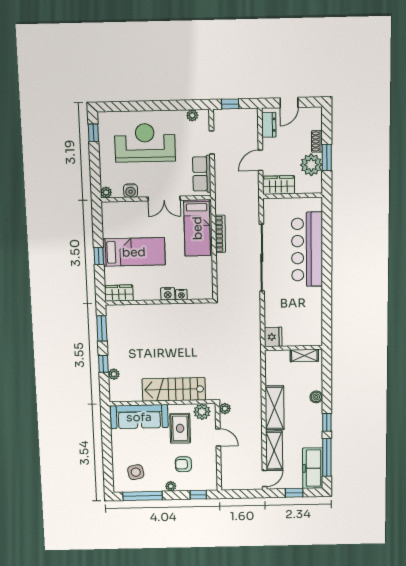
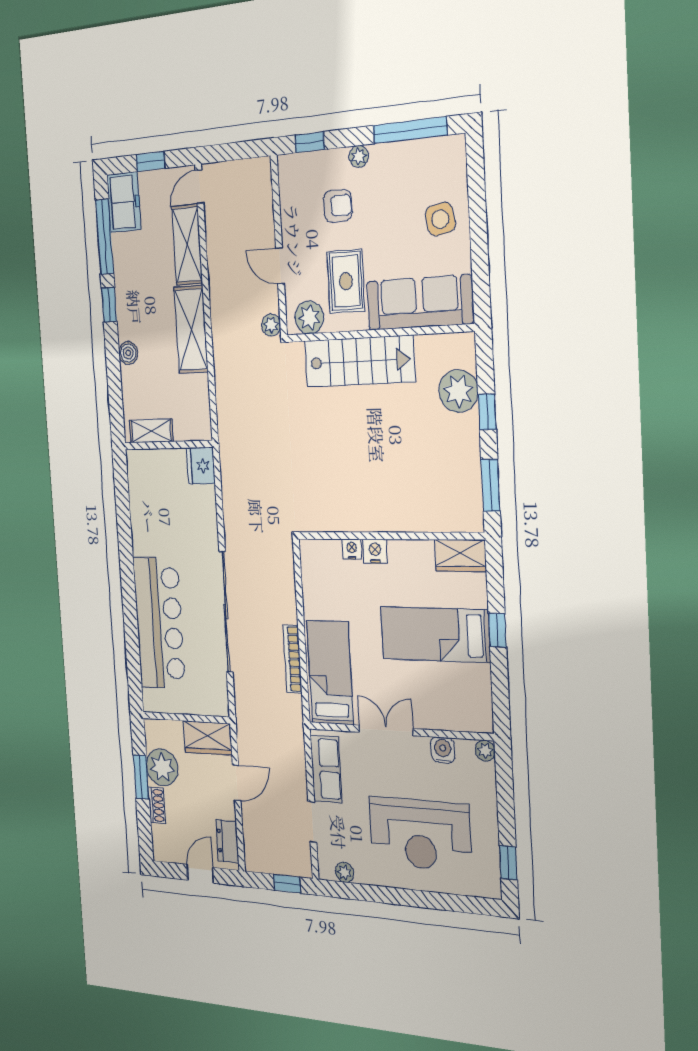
plant: (114, 374) -> (458, 391), width x1.88, depth x1.88
freezer: (313, 468) -> (124, 202), width x0.71
side table: (136, 472) -> (440, 219), moved

